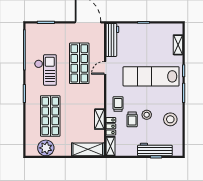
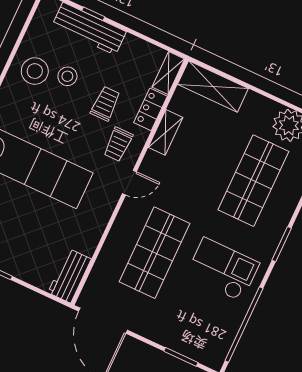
workbench: (112, 40) -> (70, 276), width x0.73
door: (105, 68) -> (129, 183), moved
checkout: (45, 70) -> (223, 269), turned 90
stool: (147, 115) -> (67, 76), moved

